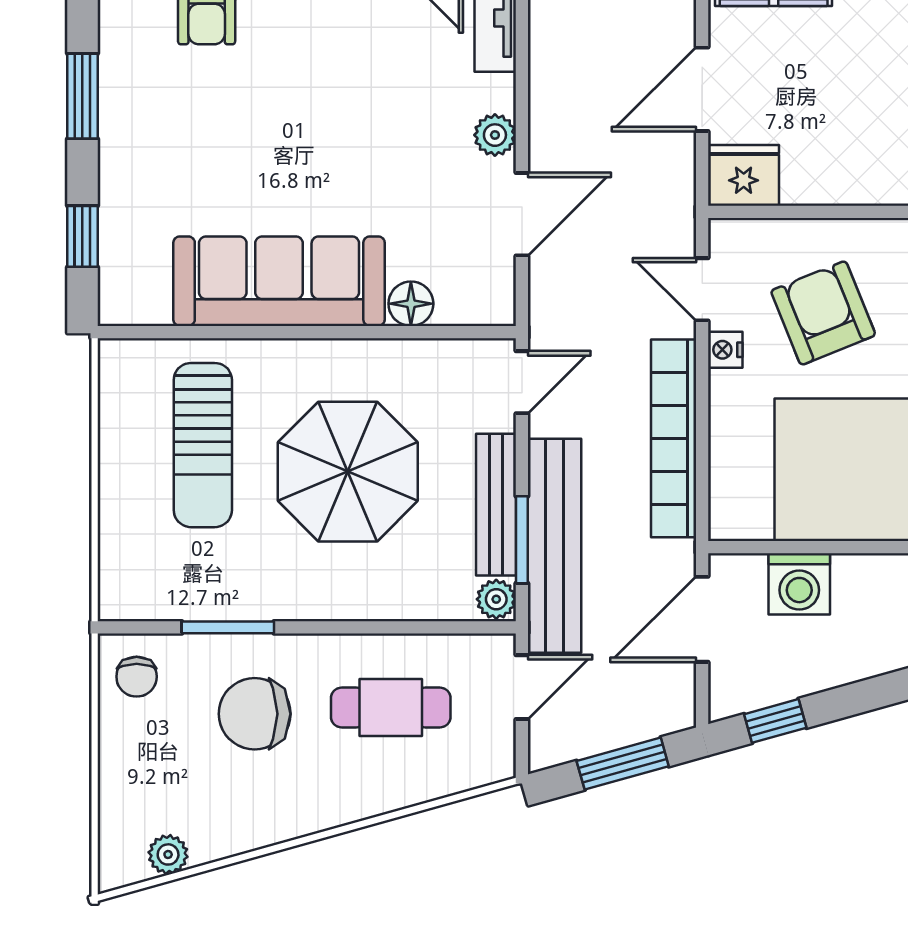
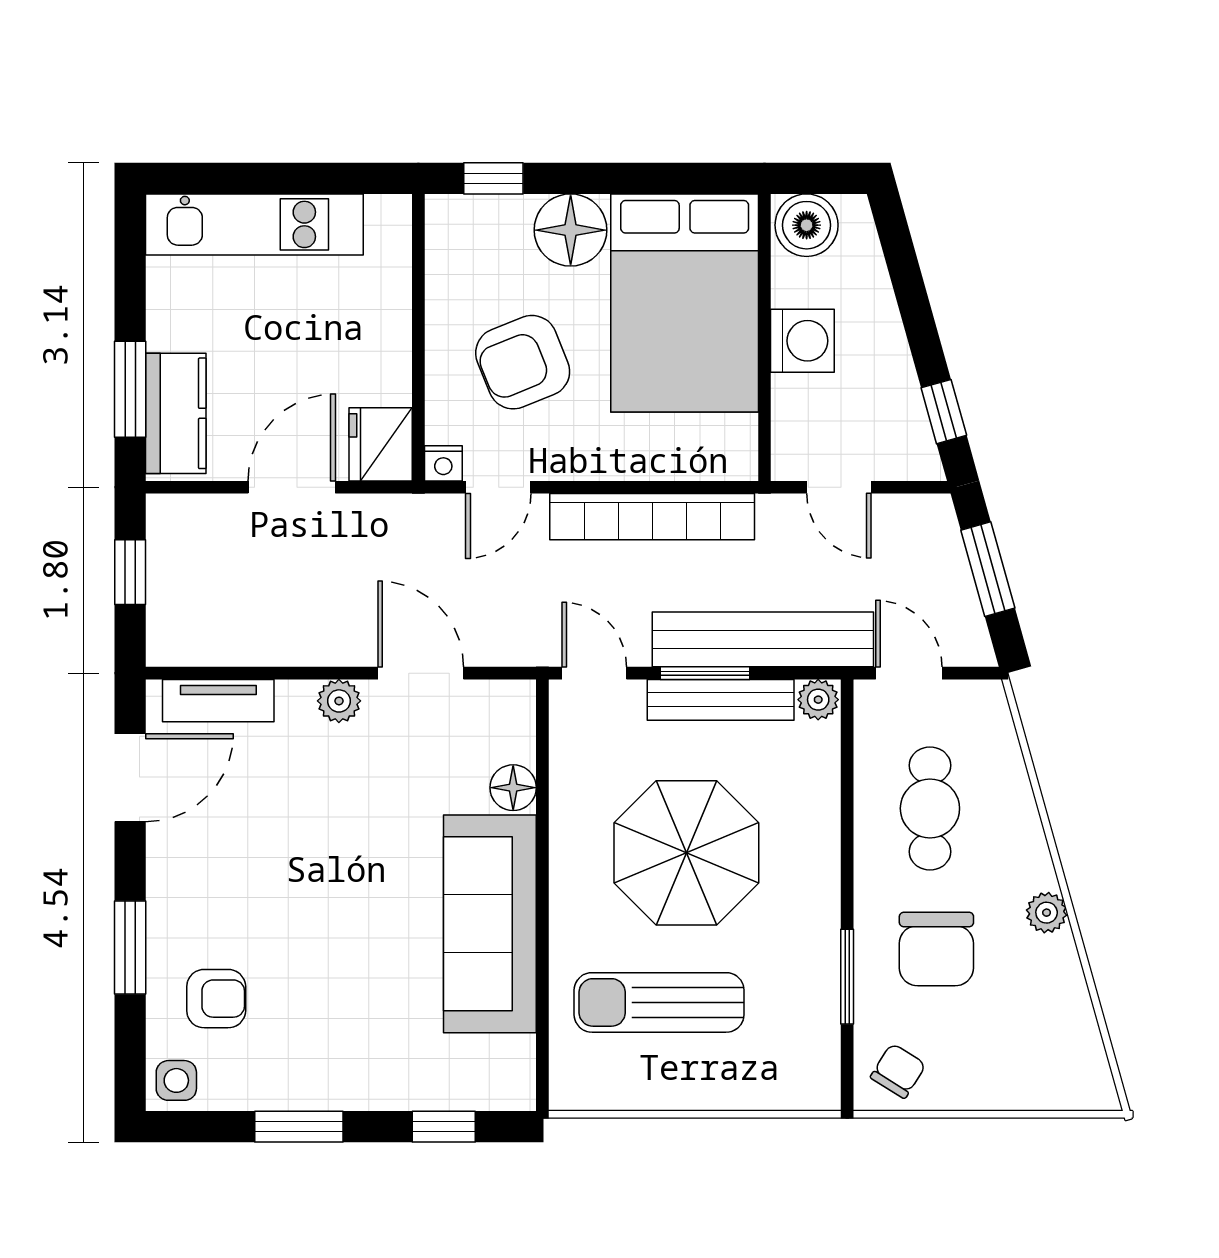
door: (702, 89) -> (292, 487), swing flipped
nightstand: (725, 350) -> (443, 463), moved
sun lounger: (203, 445) -> (659, 1002), turned 180
window: (522, 540) -> (705, 673), moved
washing machine: (799, 584) -> (802, 341), moved
door: (702, 619) -> (839, 487), width x0.73
chair: (137, 677) -> (898, 1071), turned -58
plant: (168, 854) -> (1047, 913), moved

